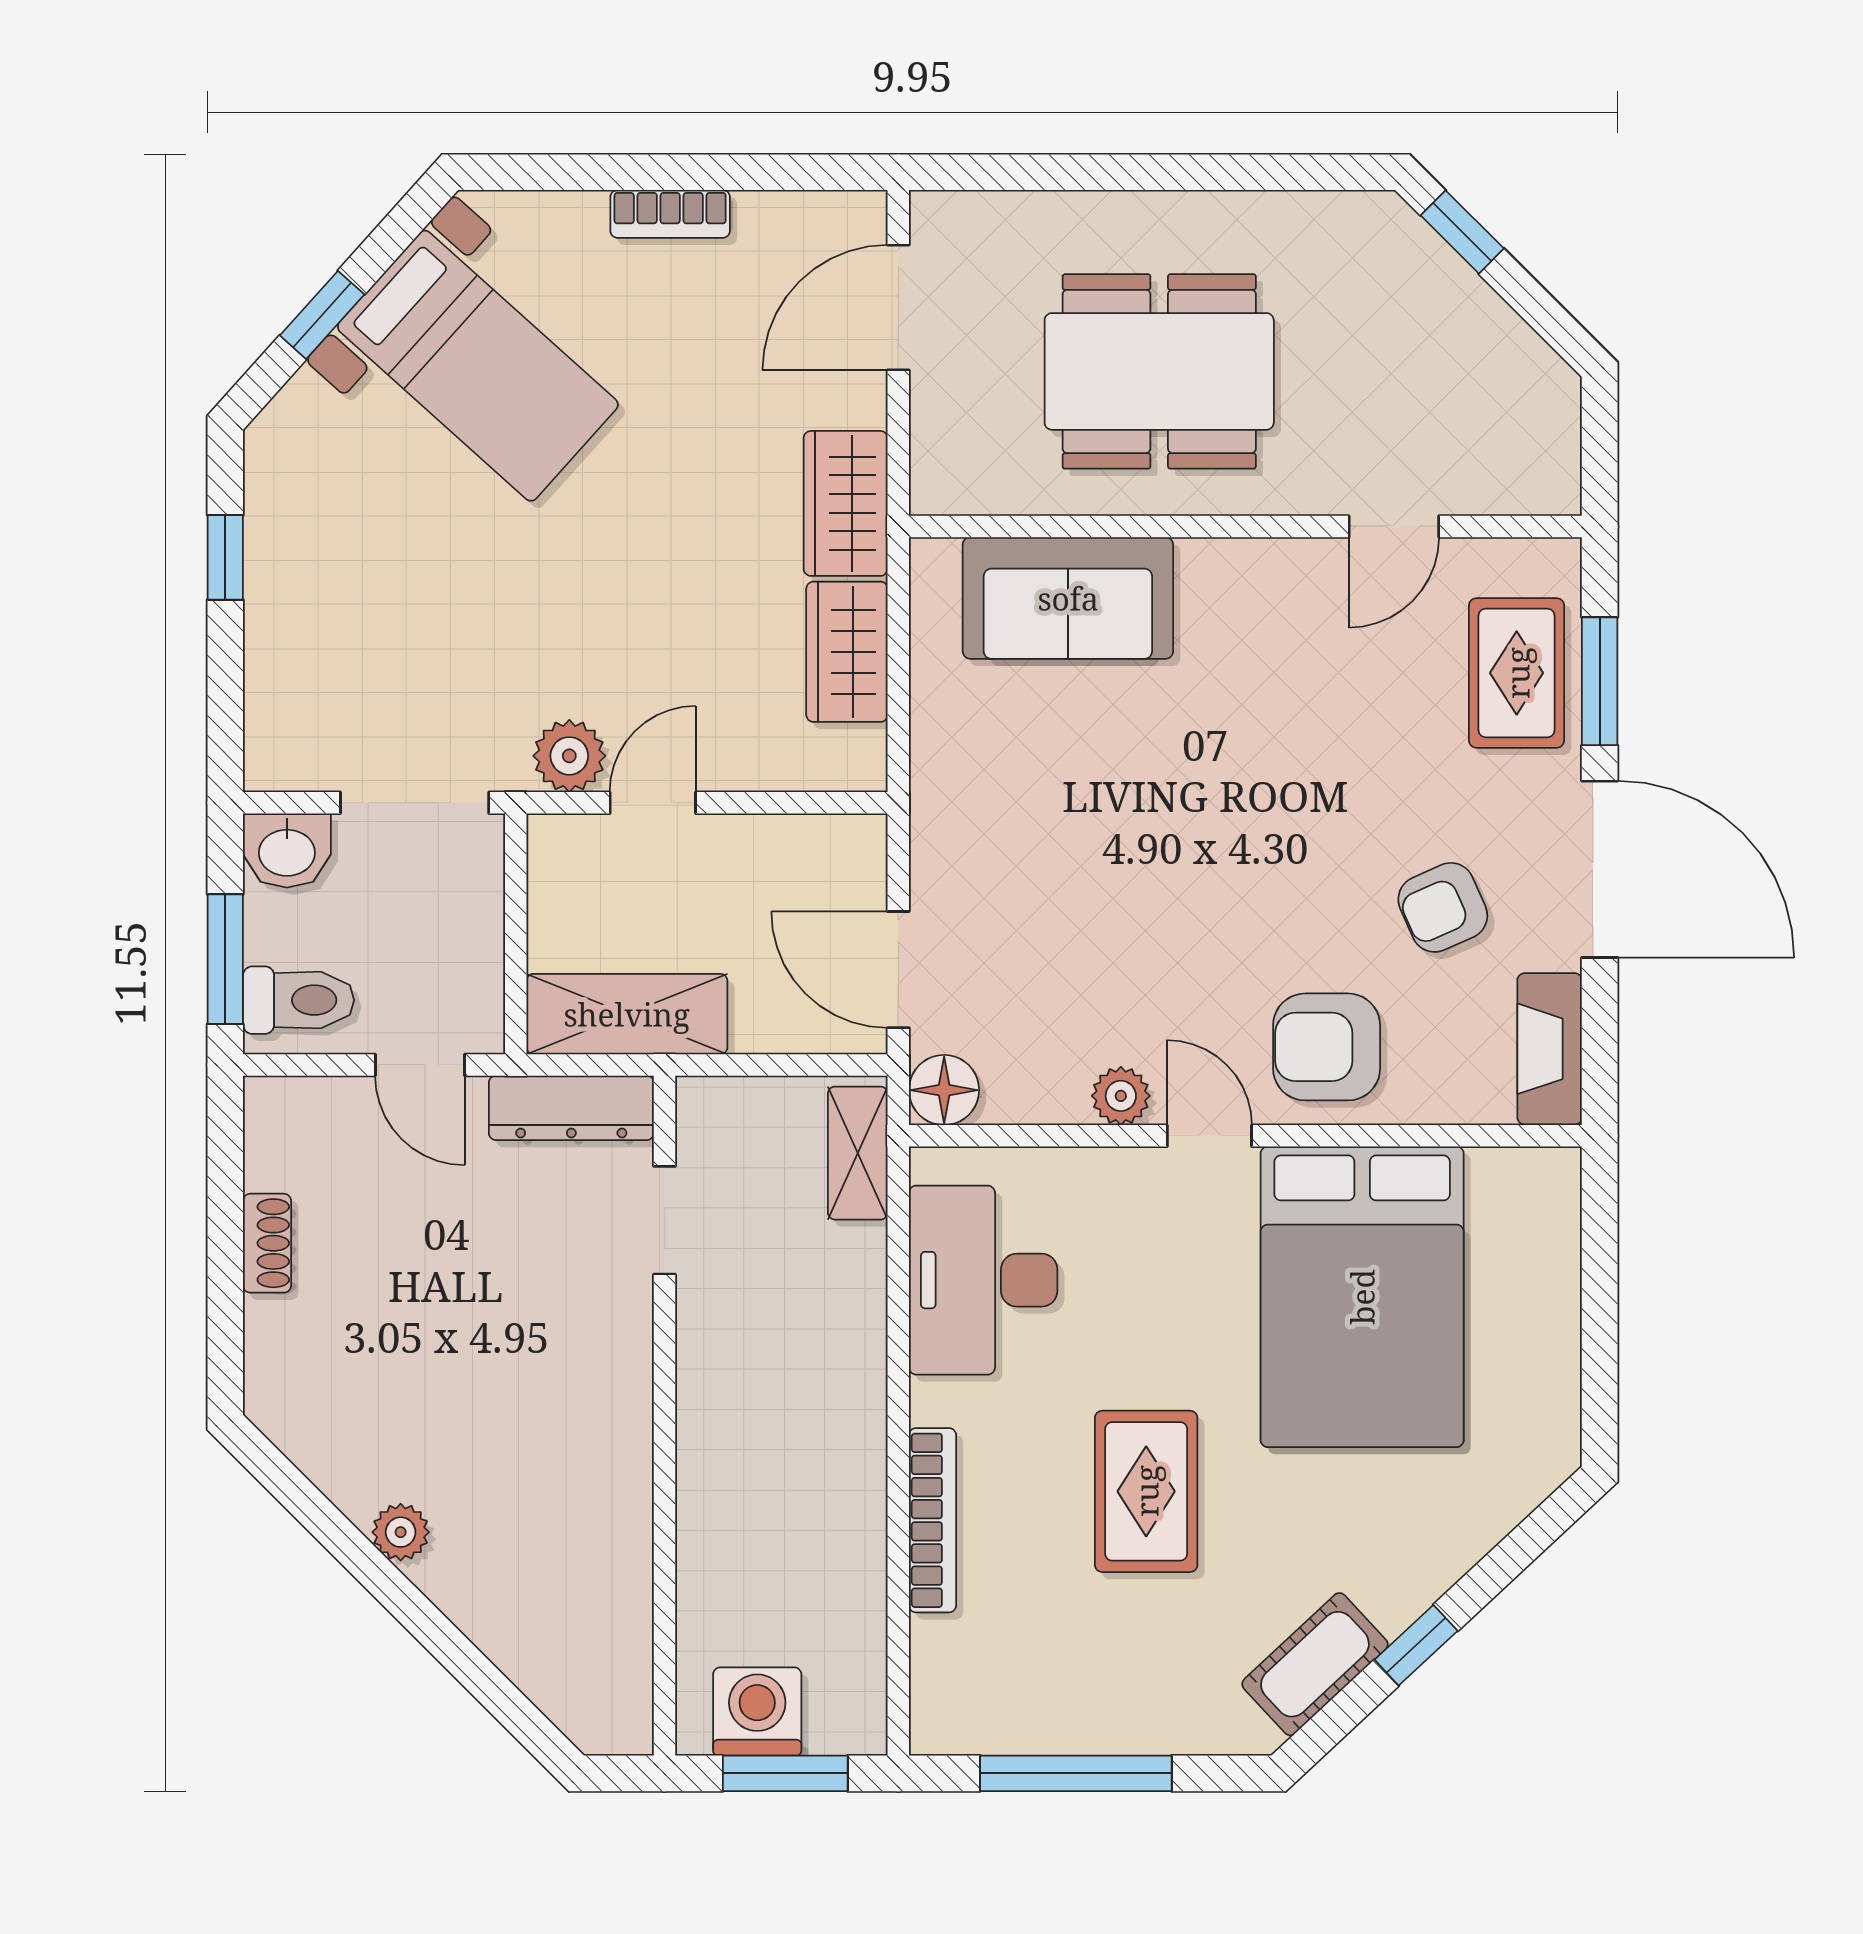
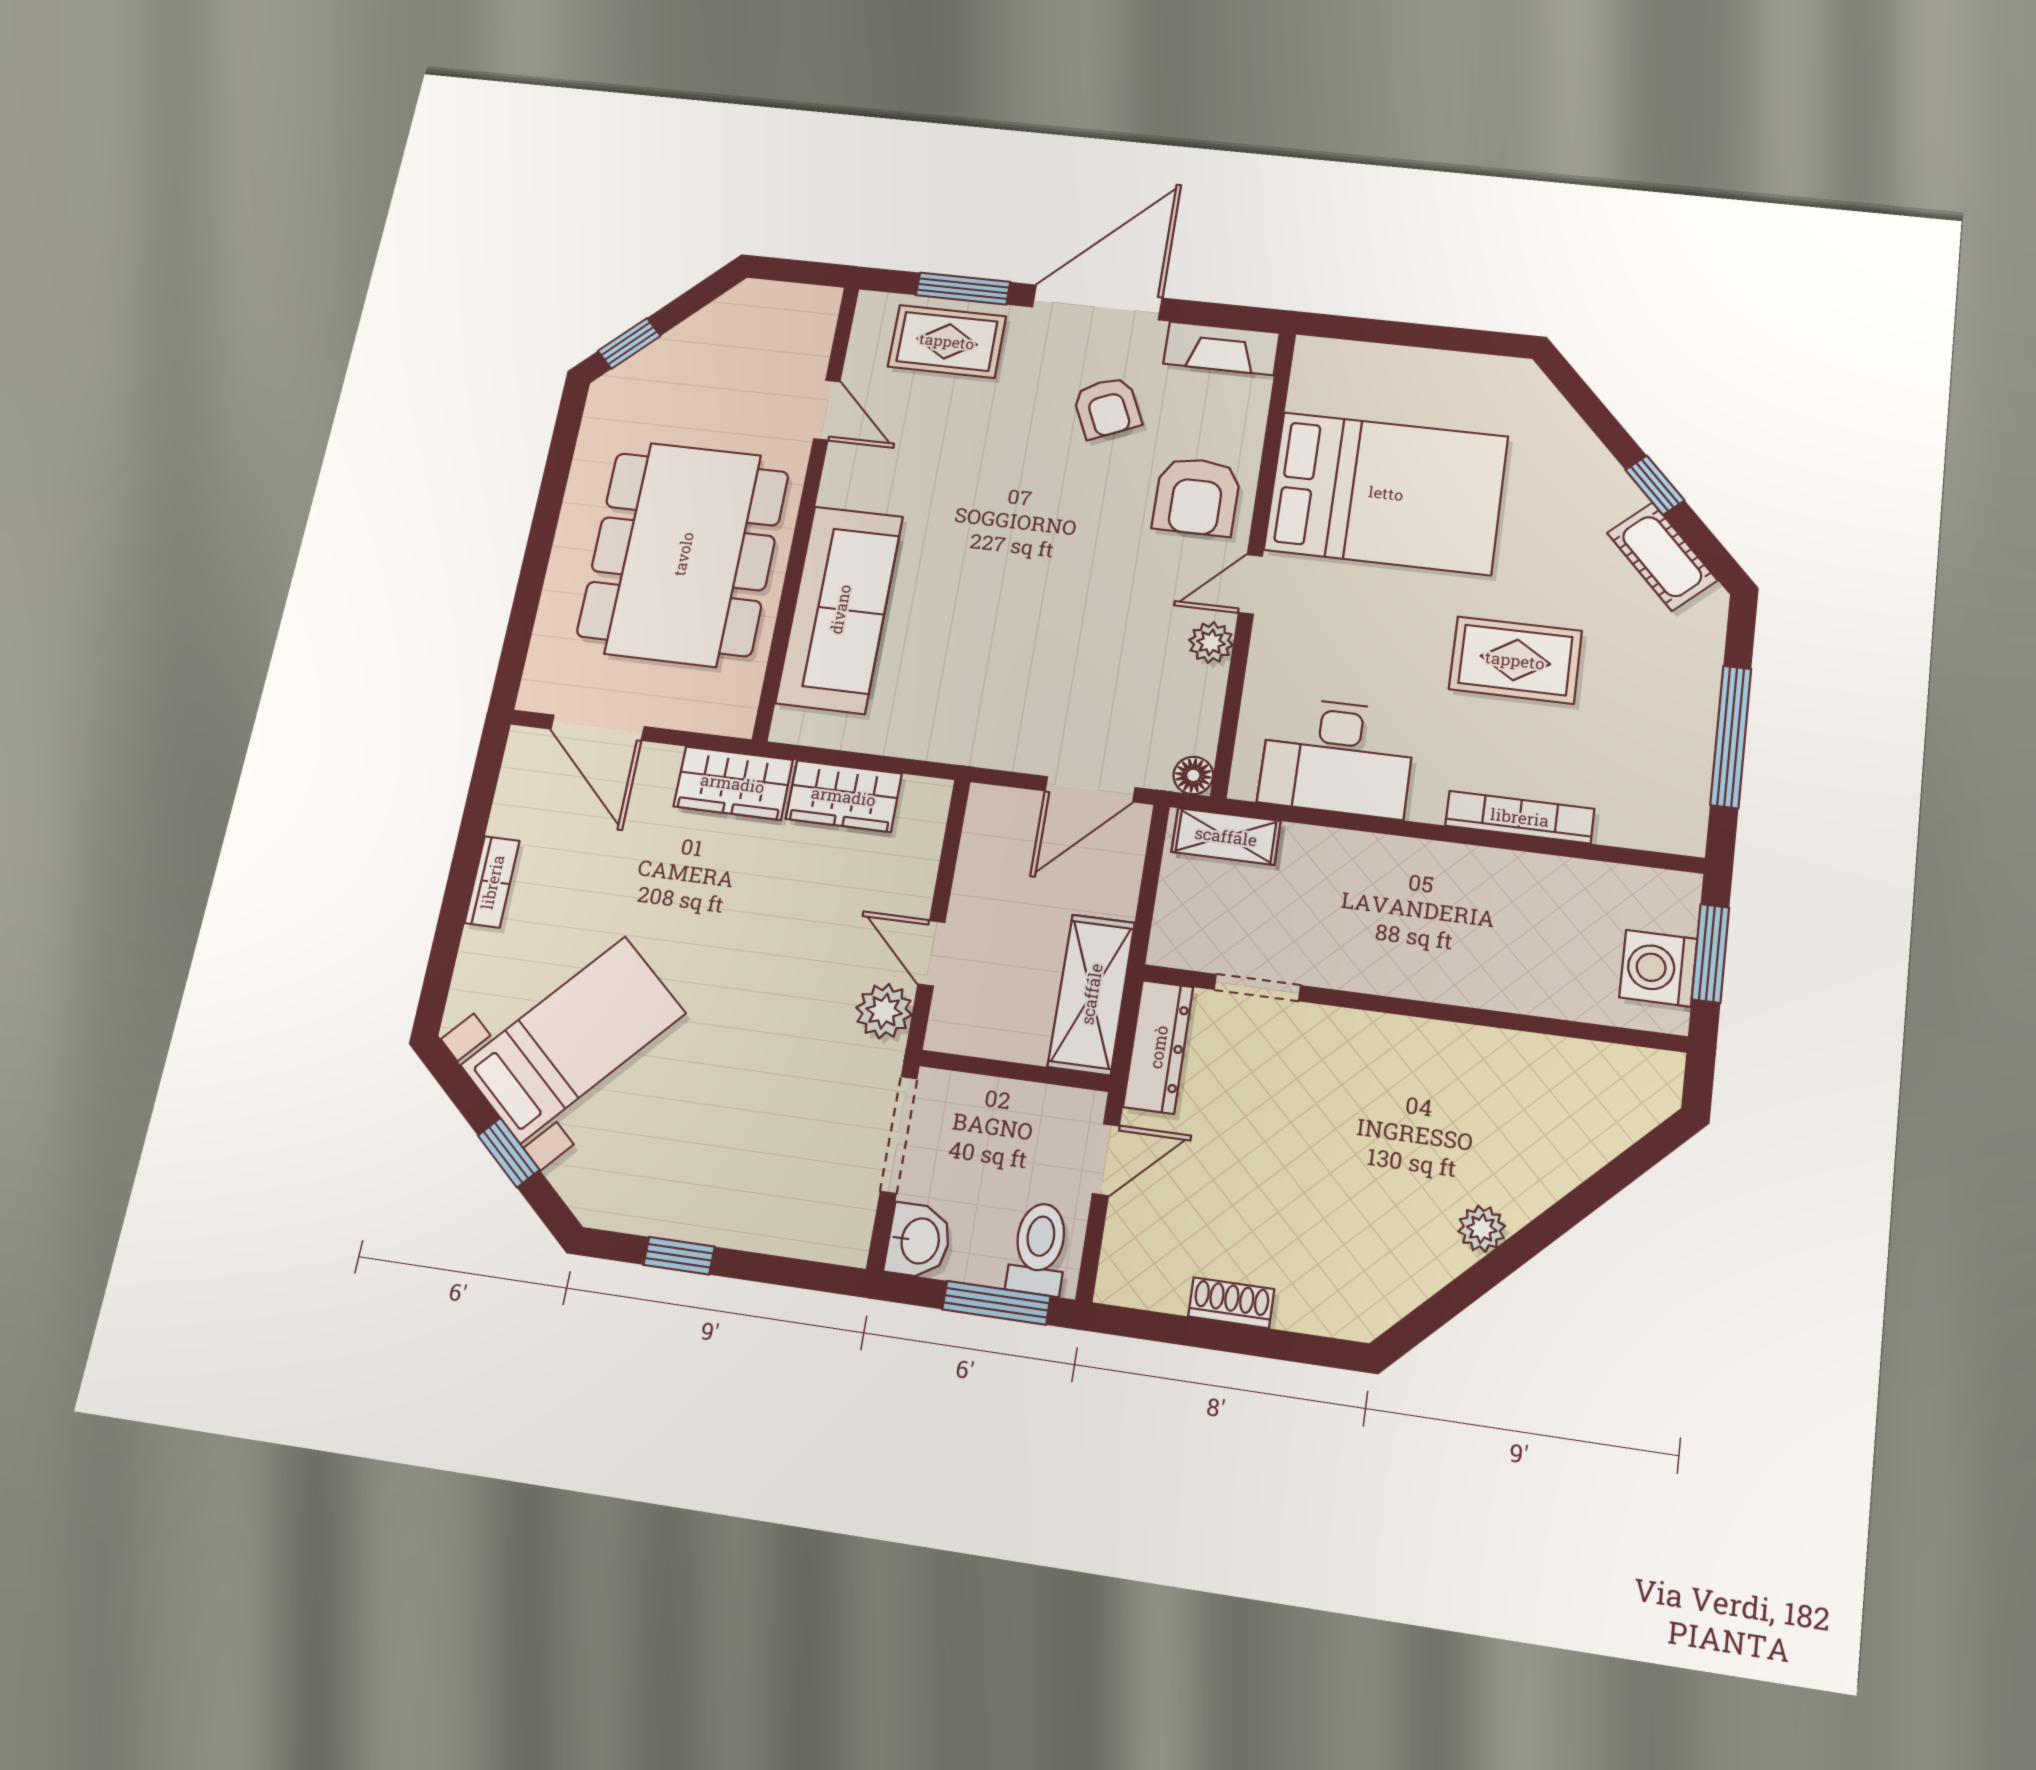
dining table: (1159, 371) -> (683, 554), width x1.36, depth x1.24
sofa: (1068, 598) -> (840, 609), width x1.36
floor lamp: (944, 1090) -> (1193, 775), width x0.73, depth x0.73

